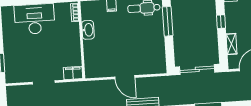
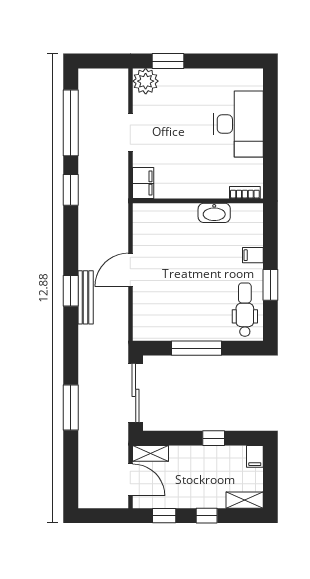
window: (168, 21) -> (197, 348), moved
shelving: (232, 44) -> (151, 453), moved
plant: (13, 75) -> (146, 81), added

